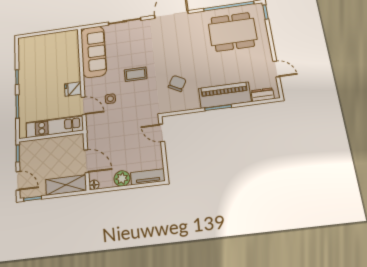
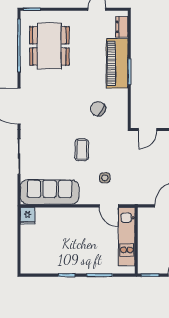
fridge: (73, 89) -> (28, 216), moved
door: (83, 106) -> (109, 206), swing flipped

